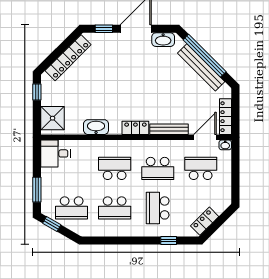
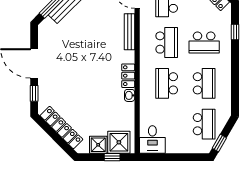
washbasin: (163, 40) -> (44, 37), removed
window: (37, 92) -> (112, 157), moved
shower: (50, 96) -> (98, 145), added
washbasin: (96, 127) -> (130, 95), width x0.52, depth x0.69
locker: (135, 128) -> (128, 76), moved
window: (37, 190) -> (187, 157), removed

